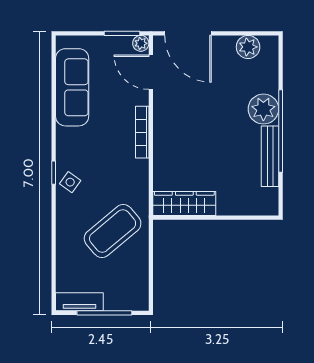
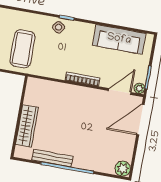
plant: (248, 47) -> (123, 169), moved
plant: (263, 109) -> (83, 159), removed
wardrobe: (184, 204) -> (27, 126), moved
coffee table: (113, 231) -> (22, 49), turned 40

